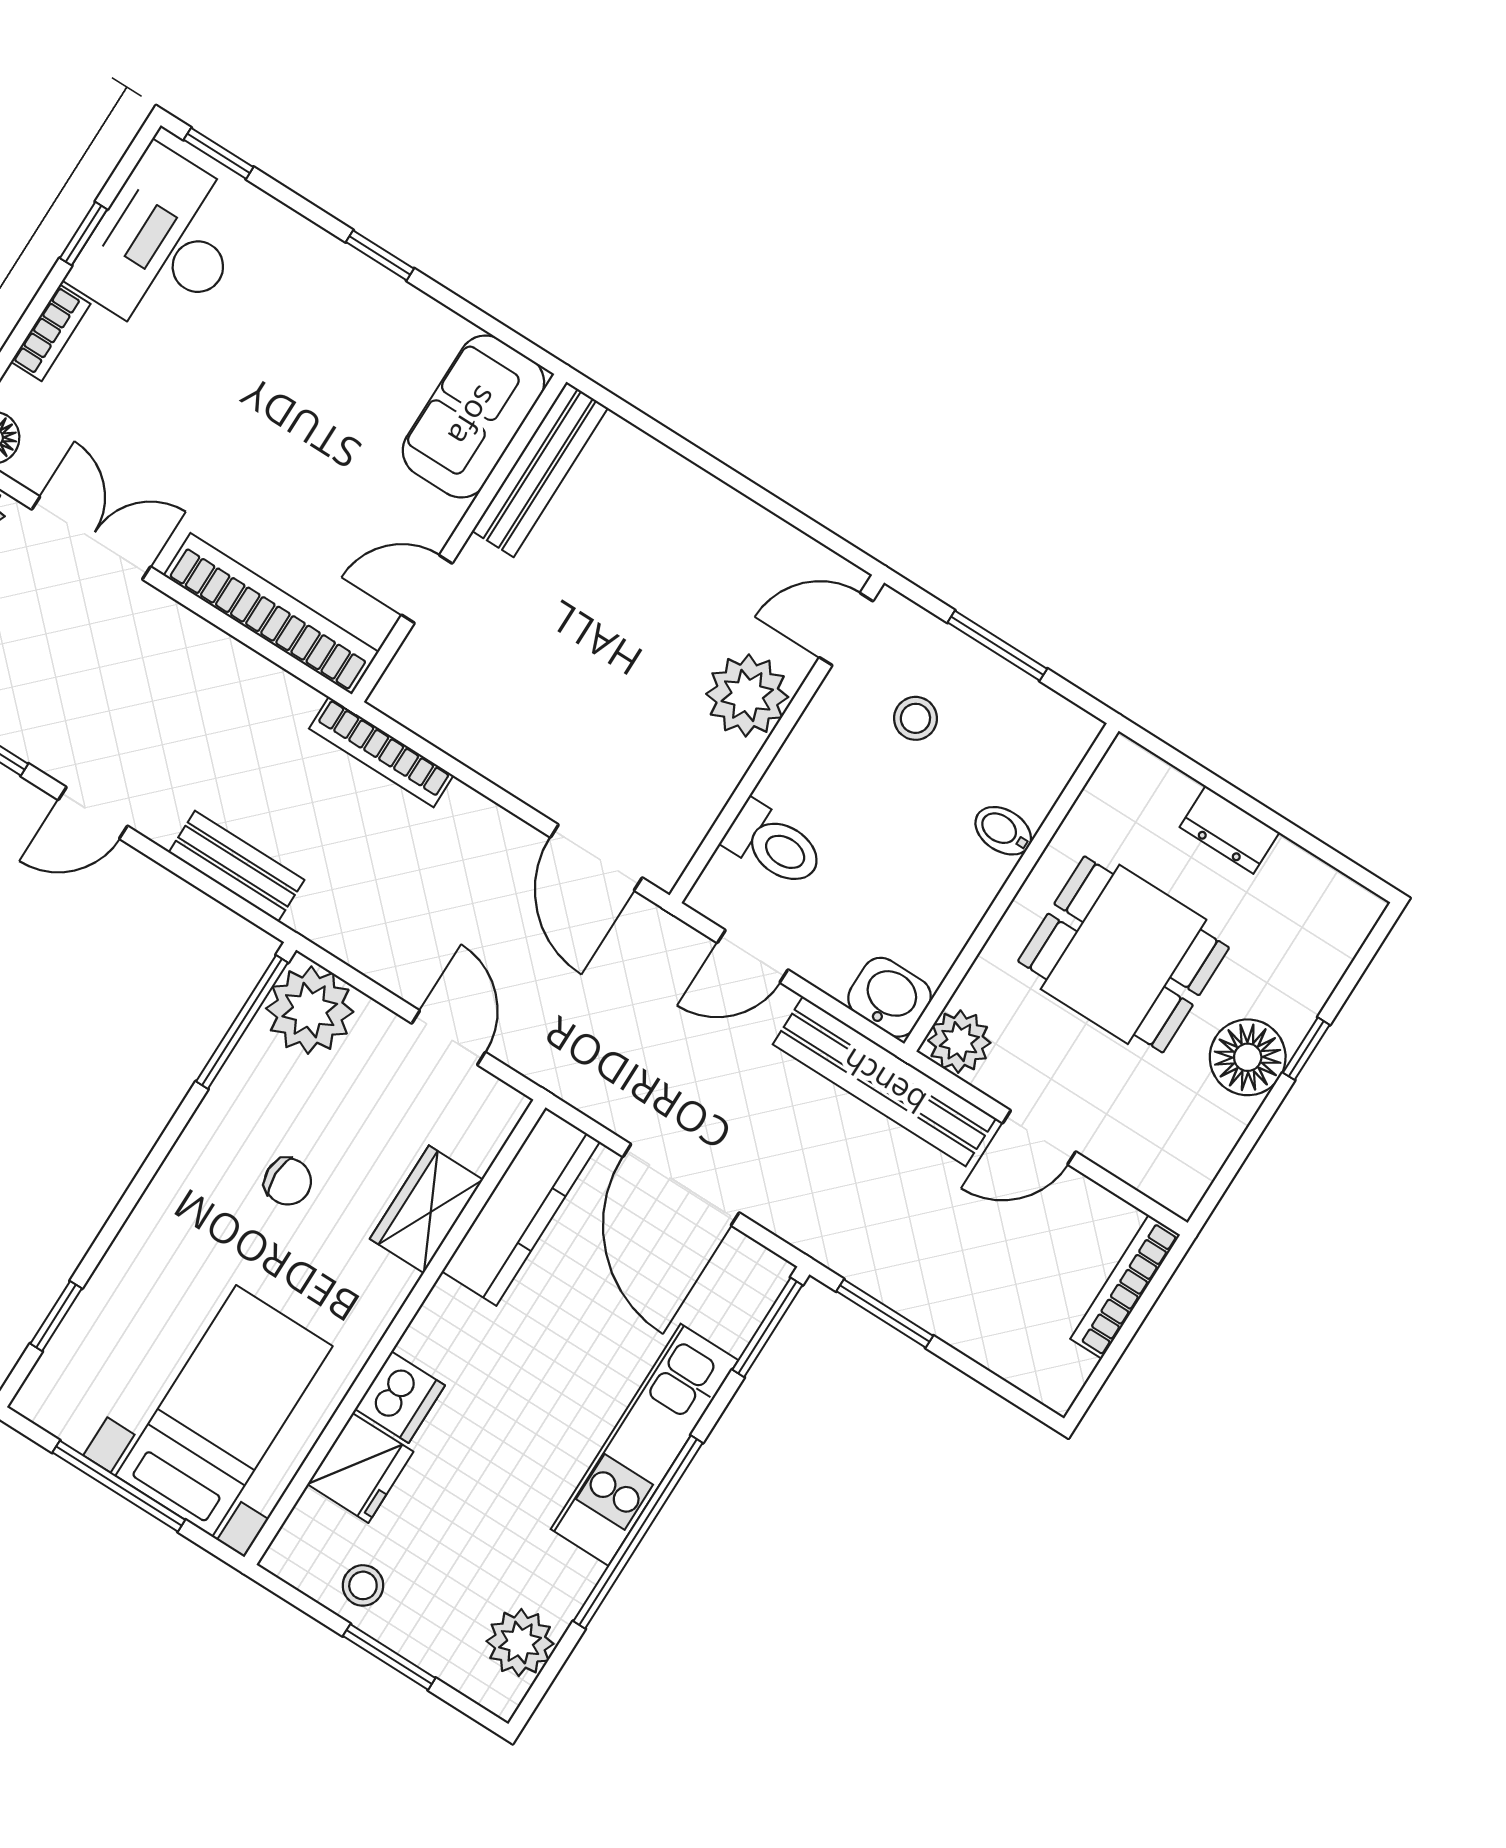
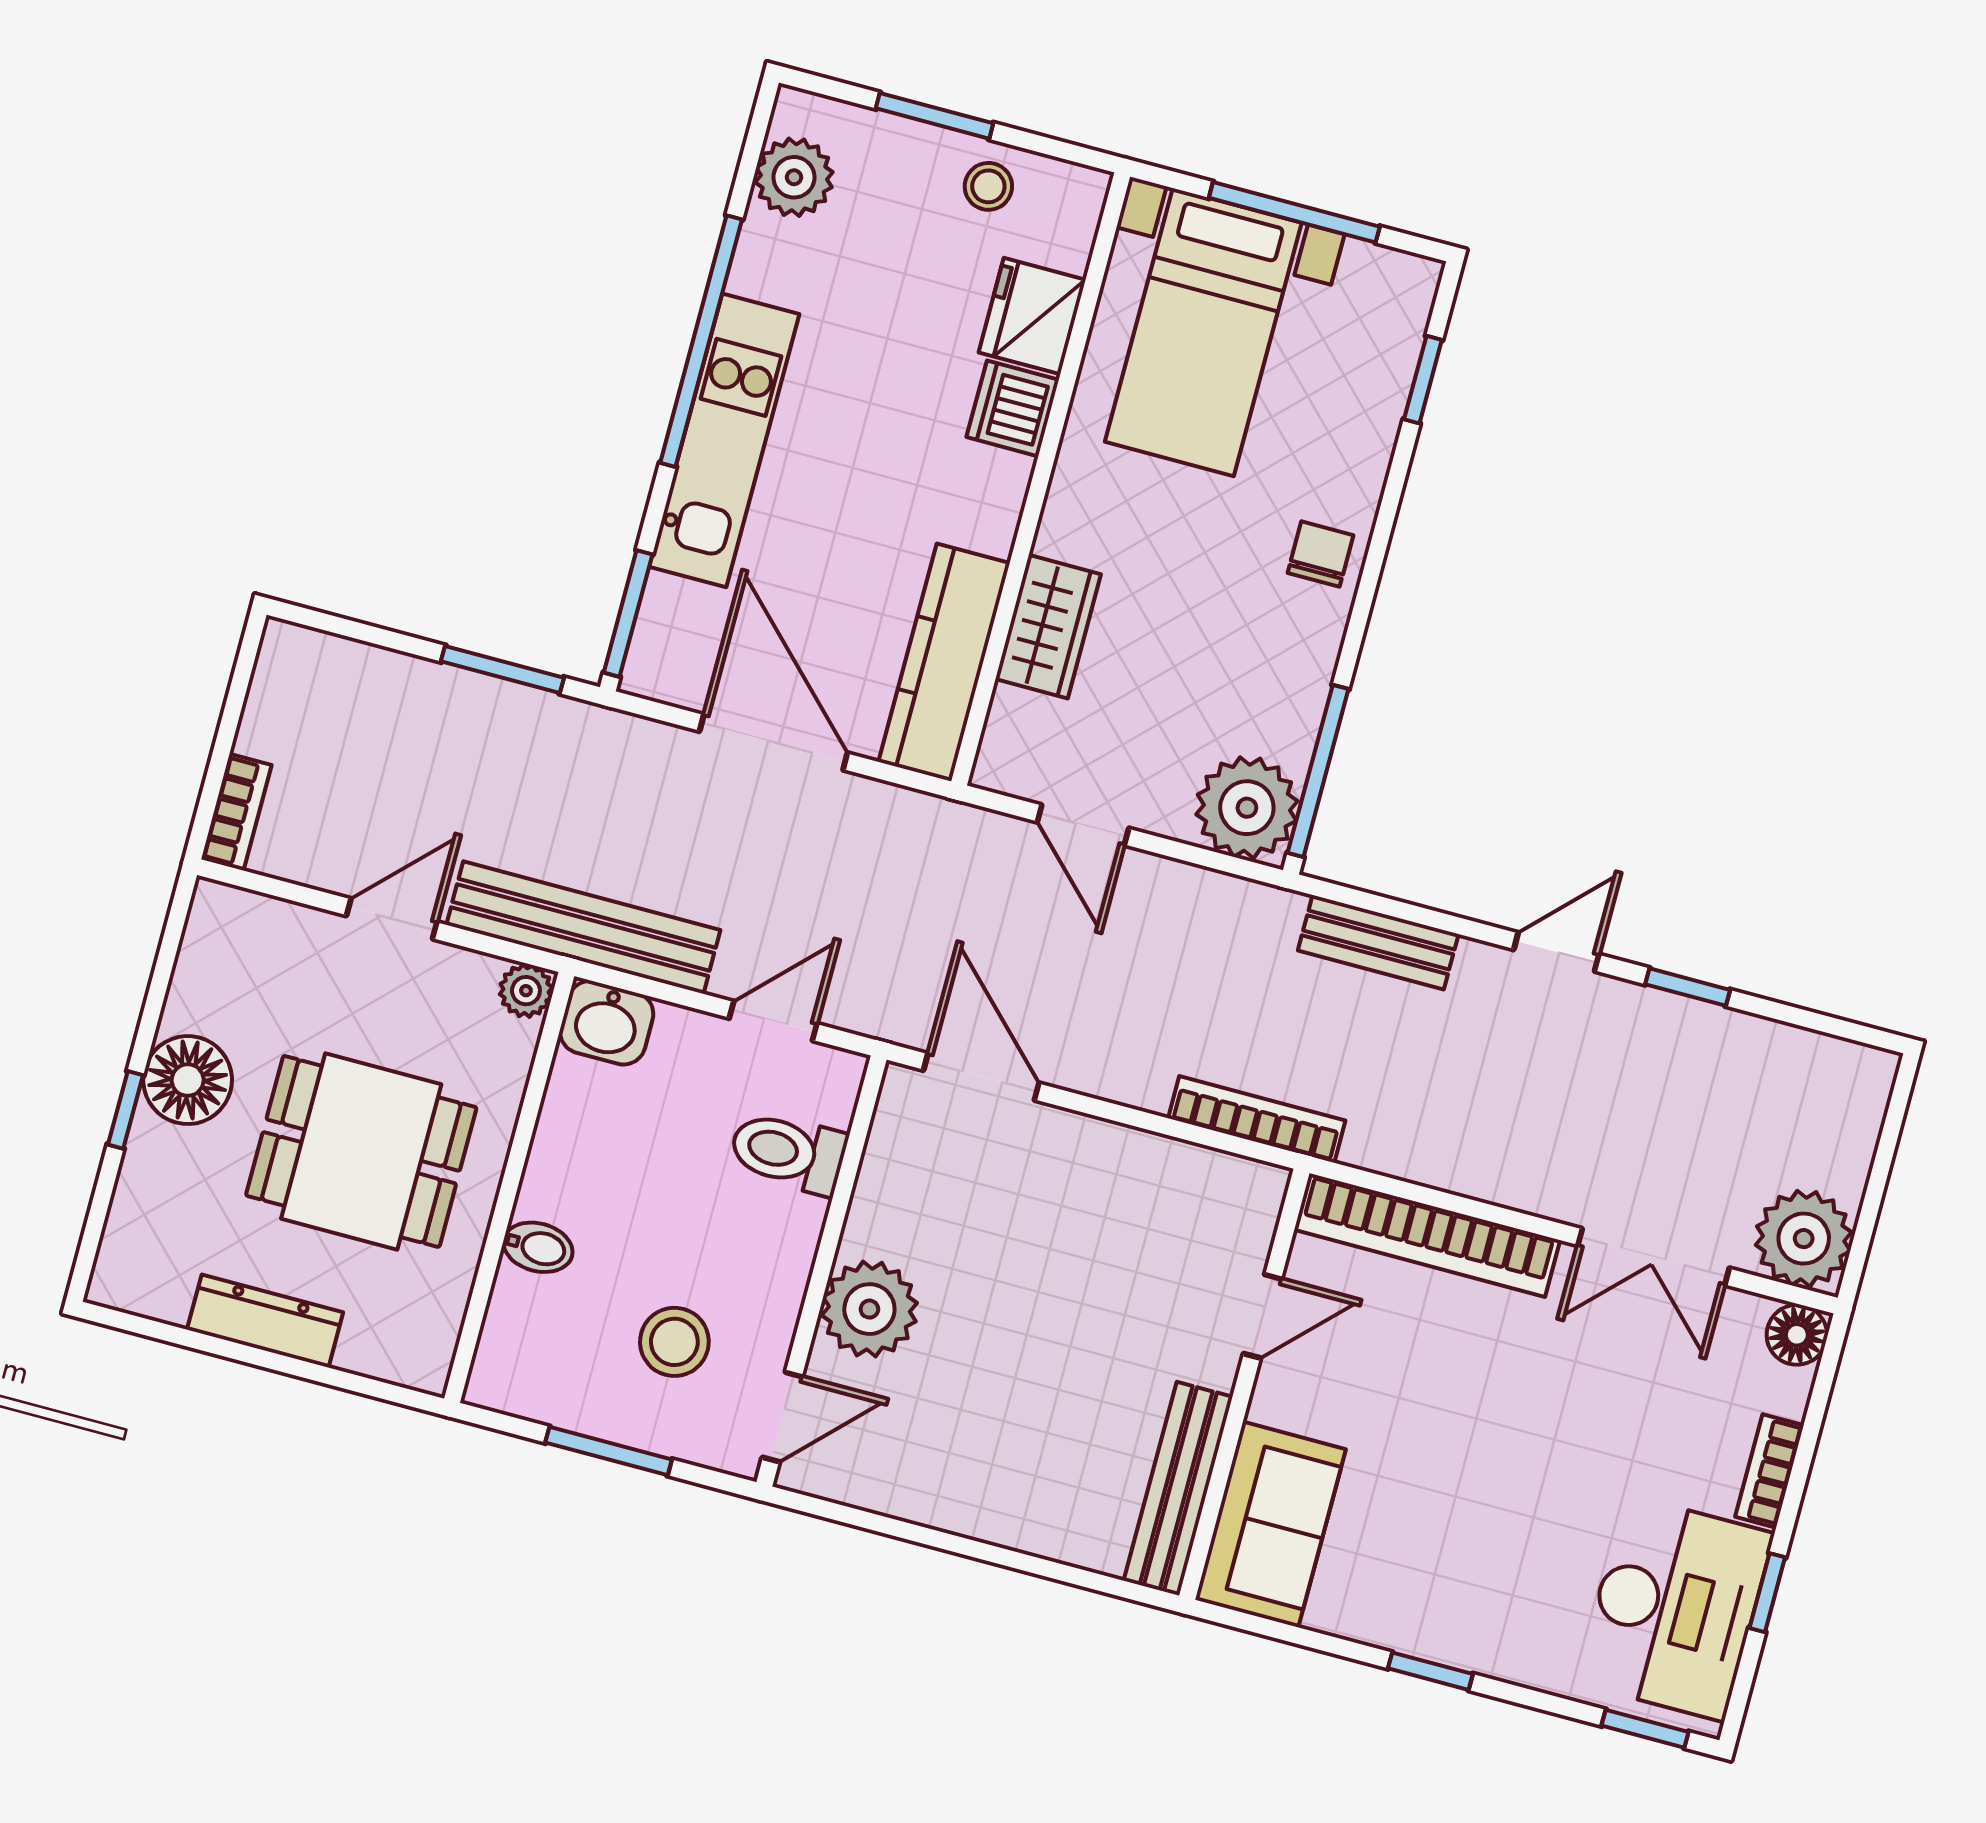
stool: (915, 718) -> (674, 1342), width x1.37, depth x1.37
dresser: (1230, 830) -> (265, 1321), width x1.44
plant: (959, 1042) -> (526, 991), width x0.73, depth x0.73
chair: (288, 1181) -> (1320, 554), moved, turned 90
bookcase: (1125, 1287) -> (236, 812), width x0.64

